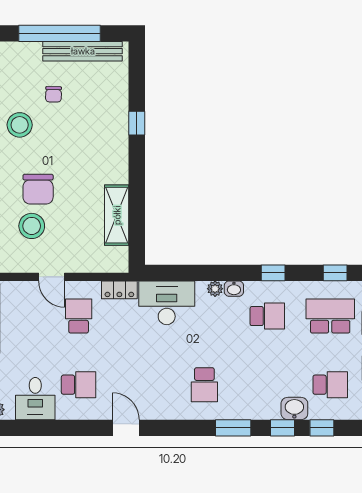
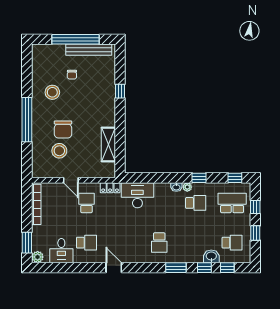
plant: (215, 289) -> (187, 187), moved

